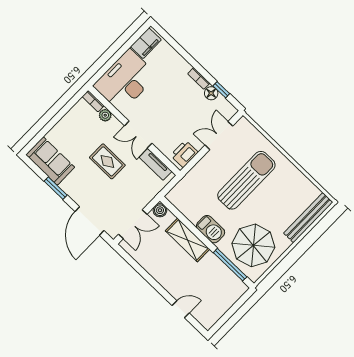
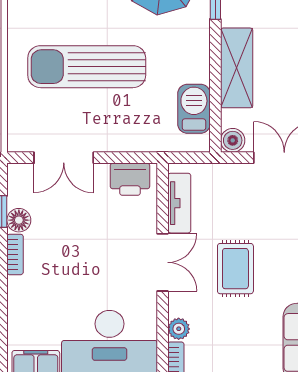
barbecue: (211, 229) -> (194, 109), moved

